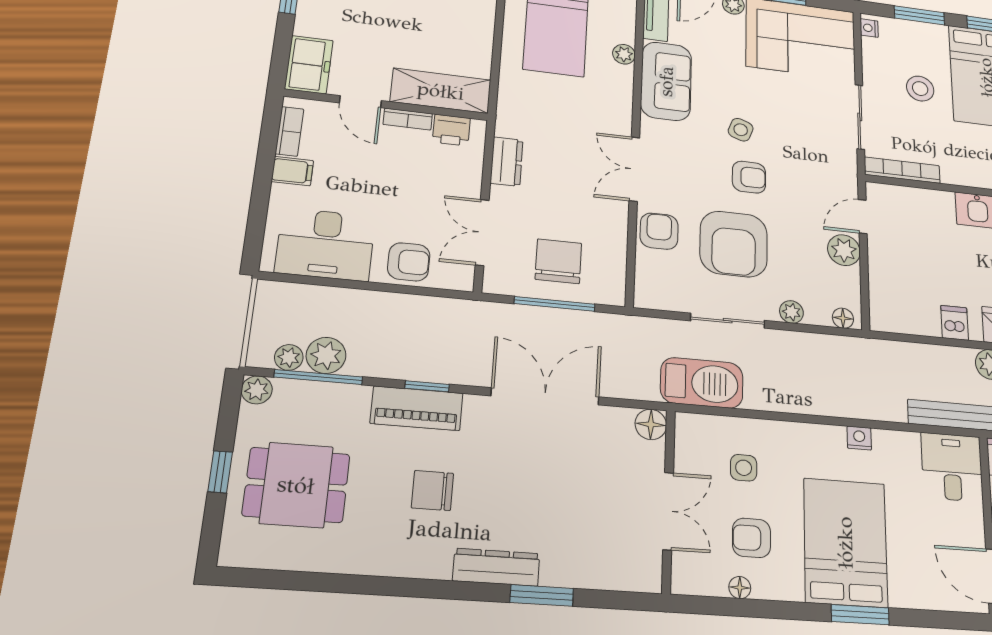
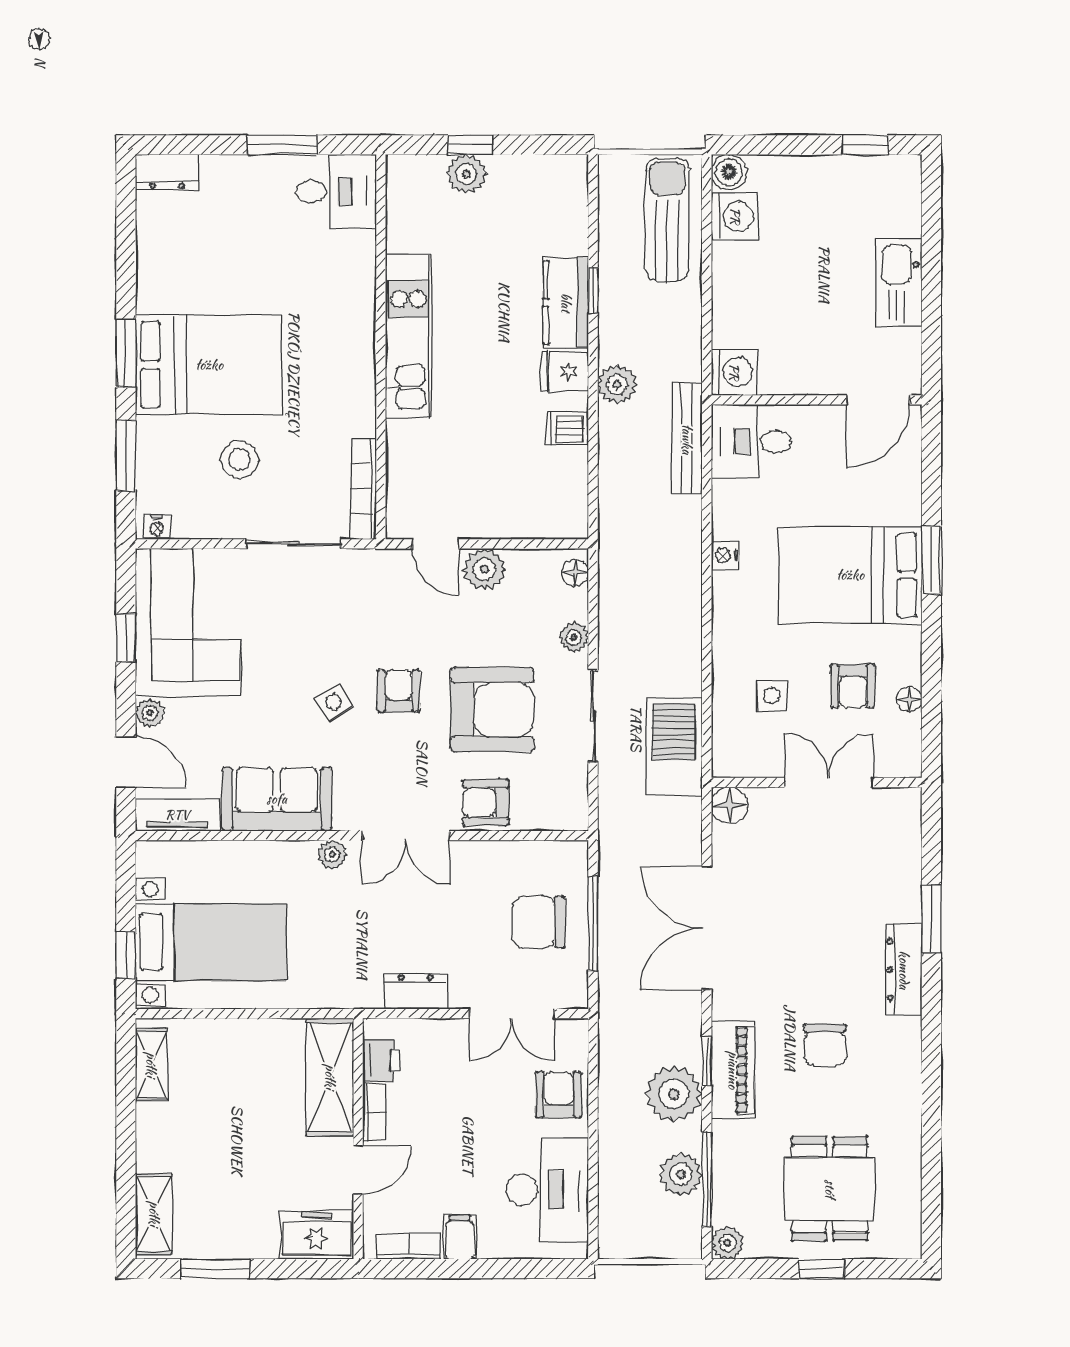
plant: (624, 54) -> (332, 854), moved
side table: (741, 130) -> (333, 702), turned 37
plant: (289, 357) -> (674, 1094), moved, width x1.88, depth x1.88

